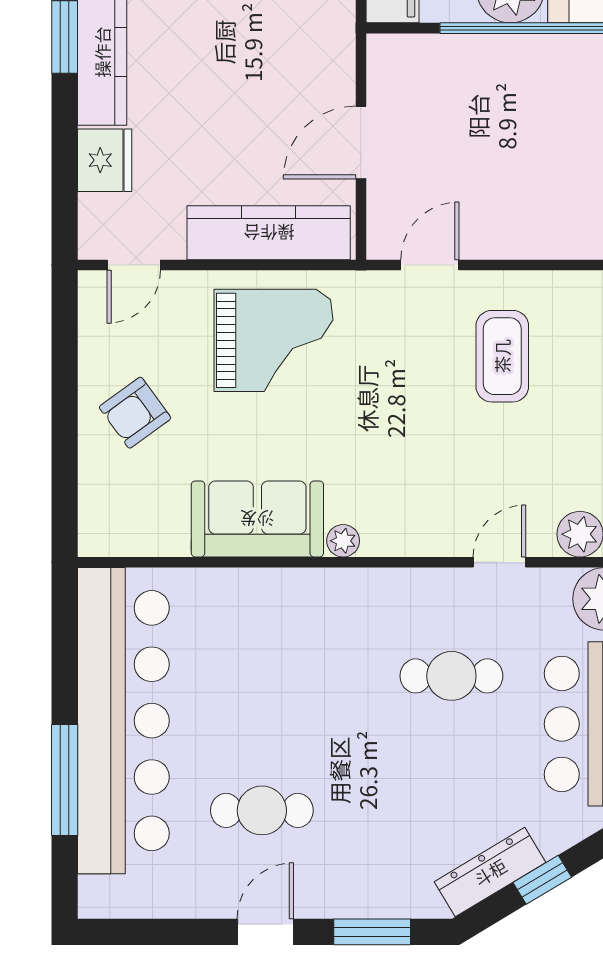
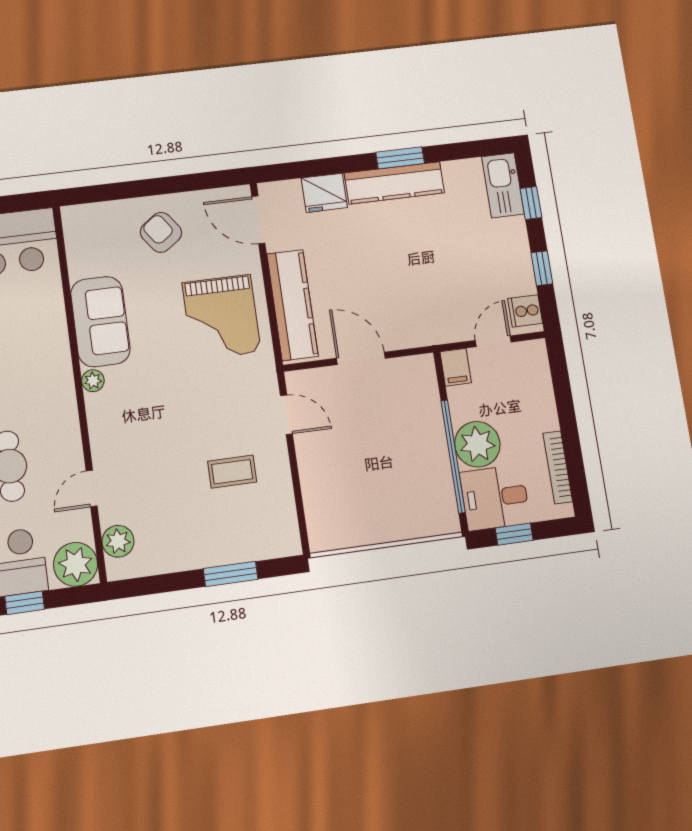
door: (134, 265) -> (258, 220), width x1.38
coffee table: (502, 356) -> (232, 472), width x0.73, depth x0.77
door: (499, 562) -> (92, 488), swing flipped

